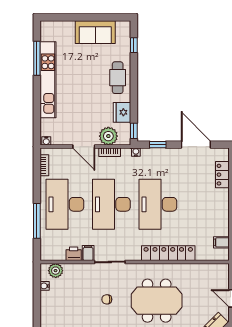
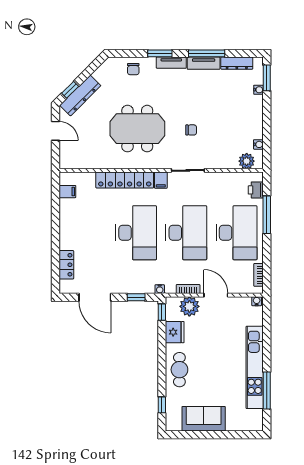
filing cabinet: (88, 253) -> (161, 180), moved
printer: (74, 254) -> (256, 190), moved, turned 90

